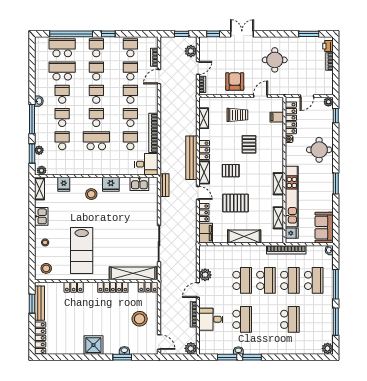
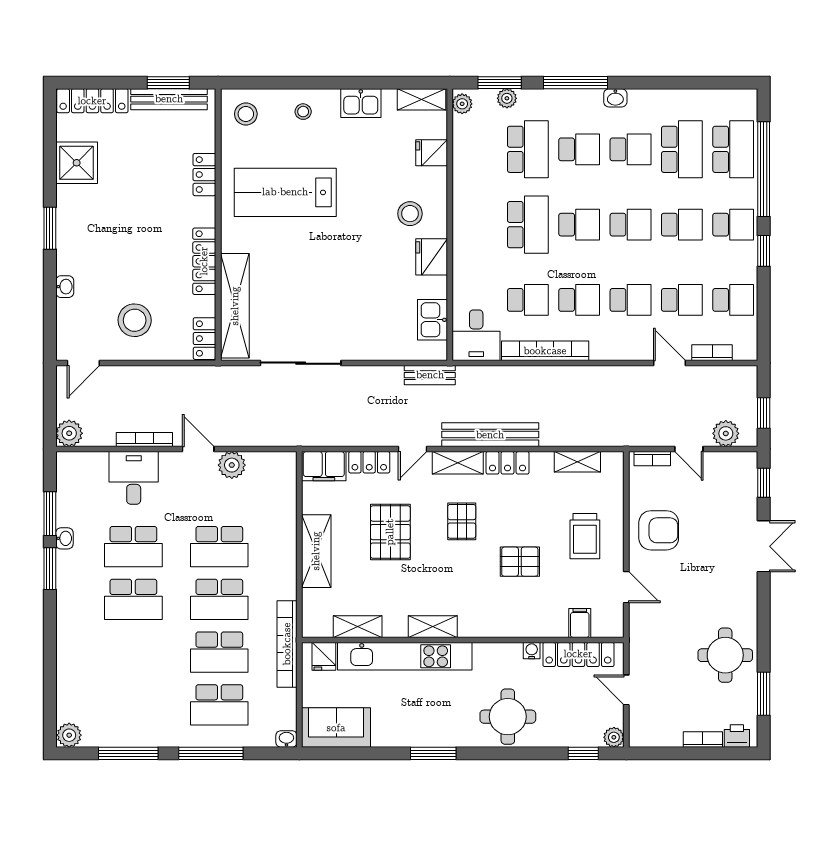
round table: (275, 60) -> (725, 655), moved
school desk: (62, 141) -> (528, 149), width x1.85
school desk: (290, 319) -> (133, 599), moved
shower: (93, 345) -> (77, 163), moved
window: (122, 357) -> (50, 228), moved

